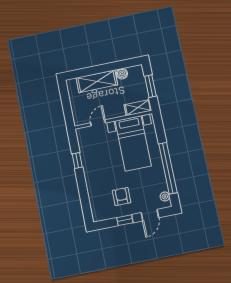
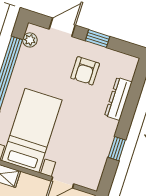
dresser: (92, 191) -> (118, 99), added

